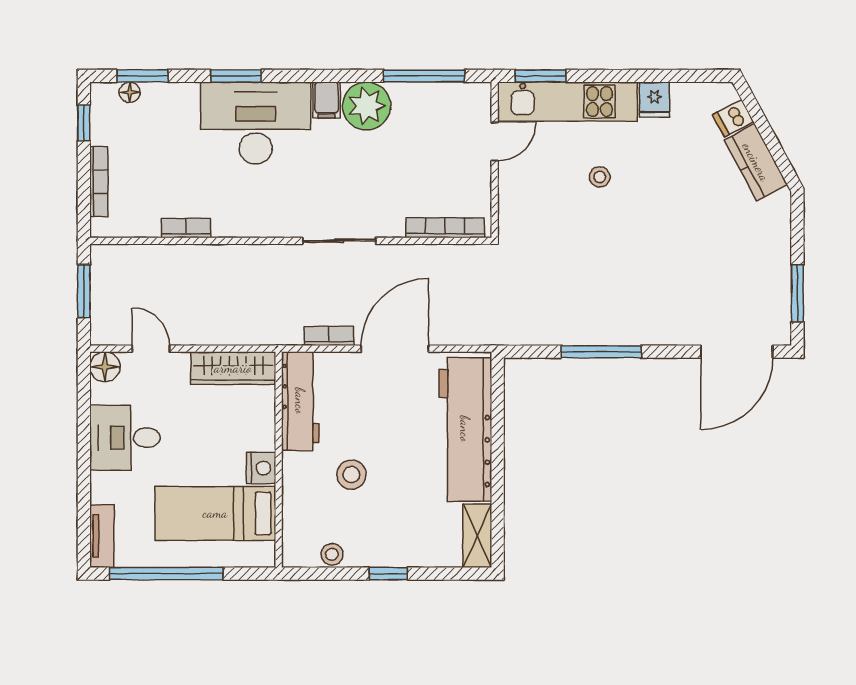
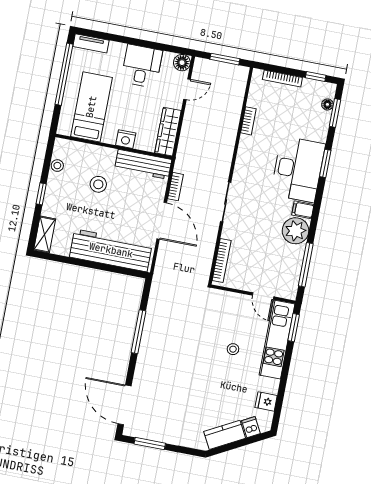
fridge: (654, 100) -> (266, 401), moved
nightstand: (261, 468) -> (126, 139), moved
shelving: (477, 536) -> (45, 235), moved, turned 90

